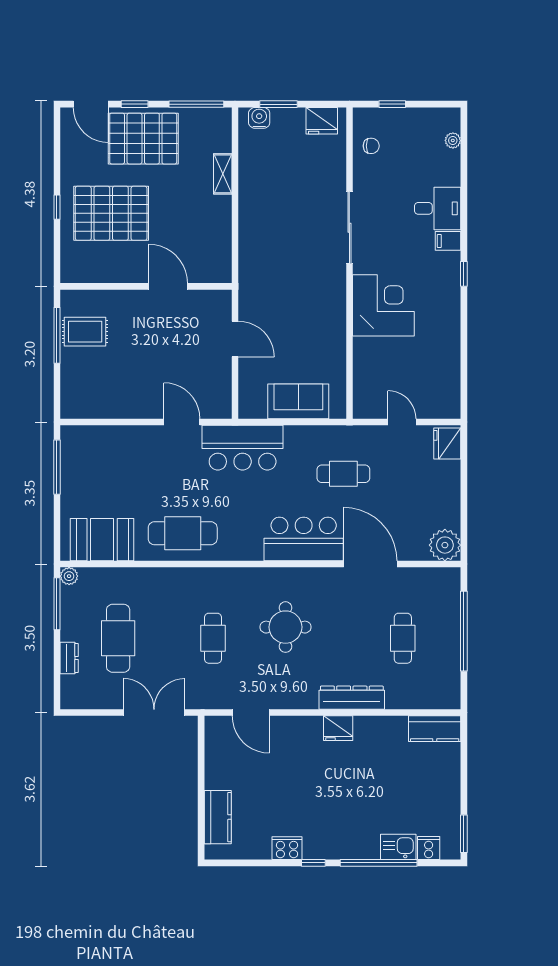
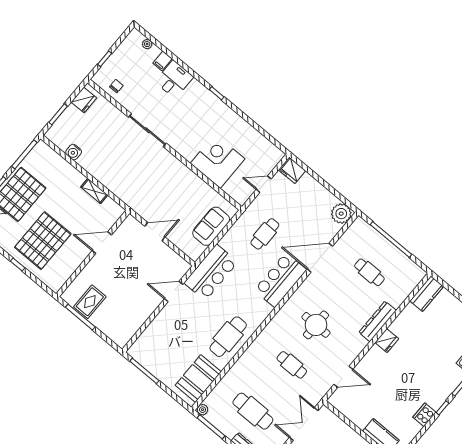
water cooler: (259, 118) -> (74, 152), moved, turned -90
shelving: (223, 174) -> (94, 191), moved
filing cabinet: (448, 241) -> (162, 61), moved
corner desk: (383, 305) -> (218, 161), moved

